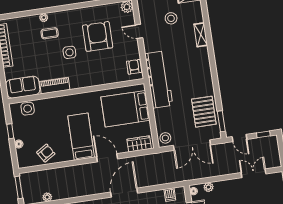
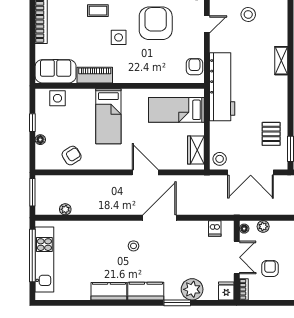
door: (139, 31) -> (207, 24), swing flipped
shelving: (201, 35) -> (281, 61), moved
bed: (125, 109) -> (176, 110), width x0.67
pallet: (204, 112) -> (271, 134), width x0.67, depth x0.71
bed: (81, 137) -> (108, 116), moved, turned 180
wardrobe: (139, 144) -> (196, 150), moved, turned -90

